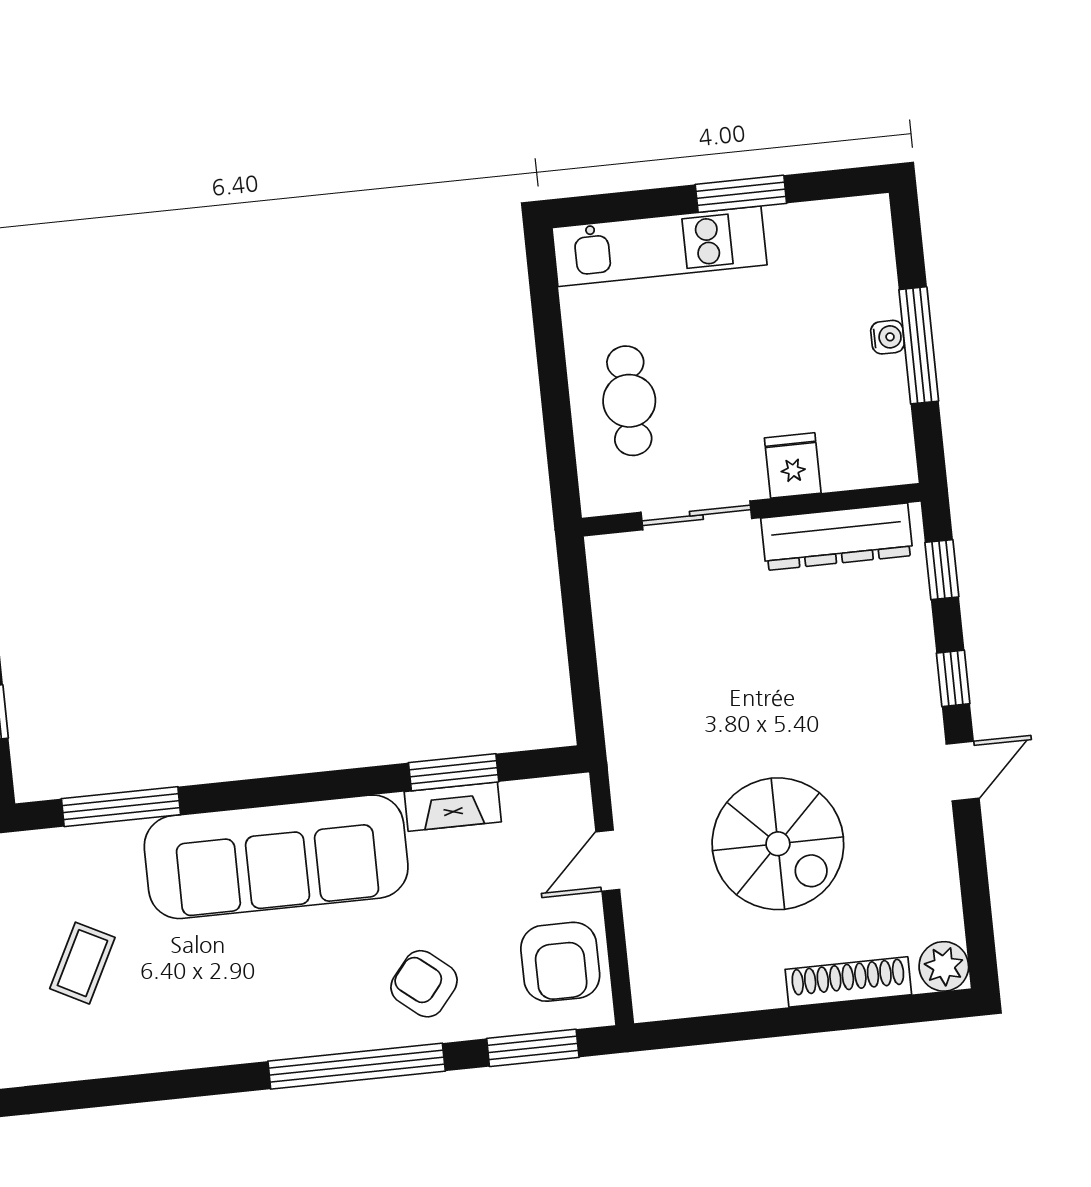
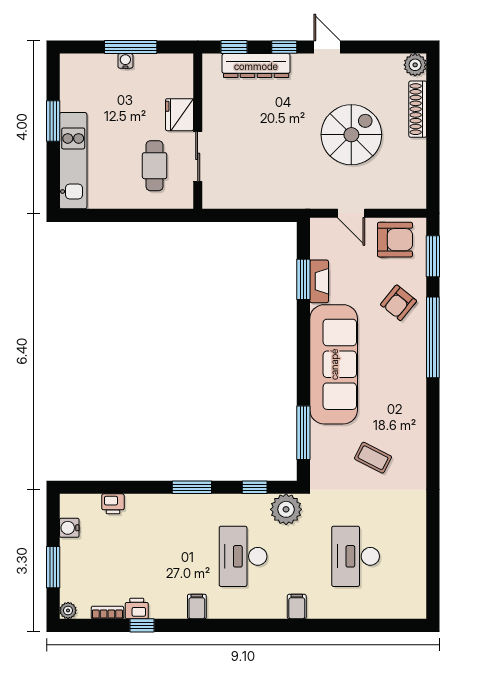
cafe table: (629, 401) -> (155, 166), moved, turned 90
fridge: (793, 465) -> (179, 115), width x1.38
dresser: (837, 537) -> (256, 66), moved, turned 90

